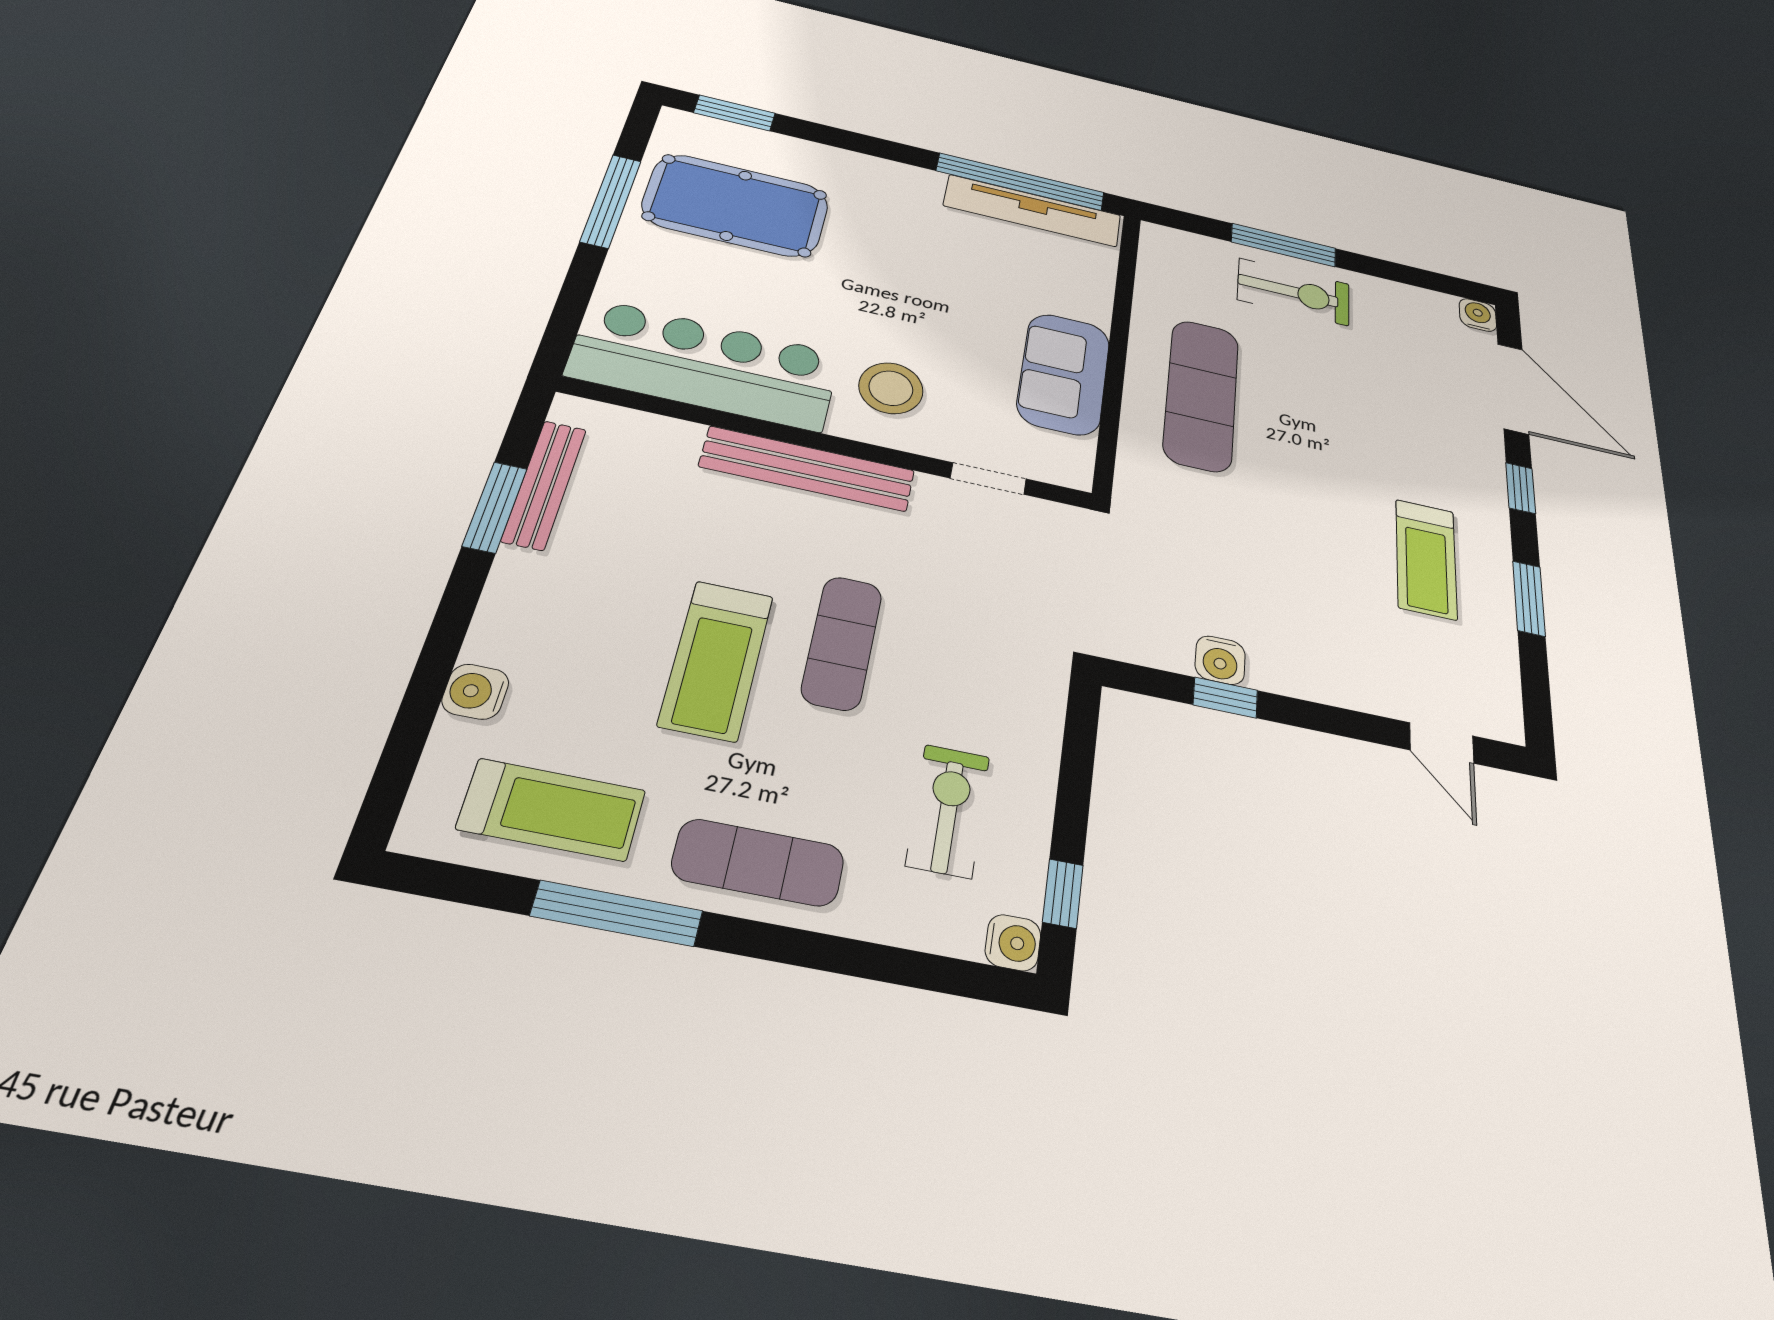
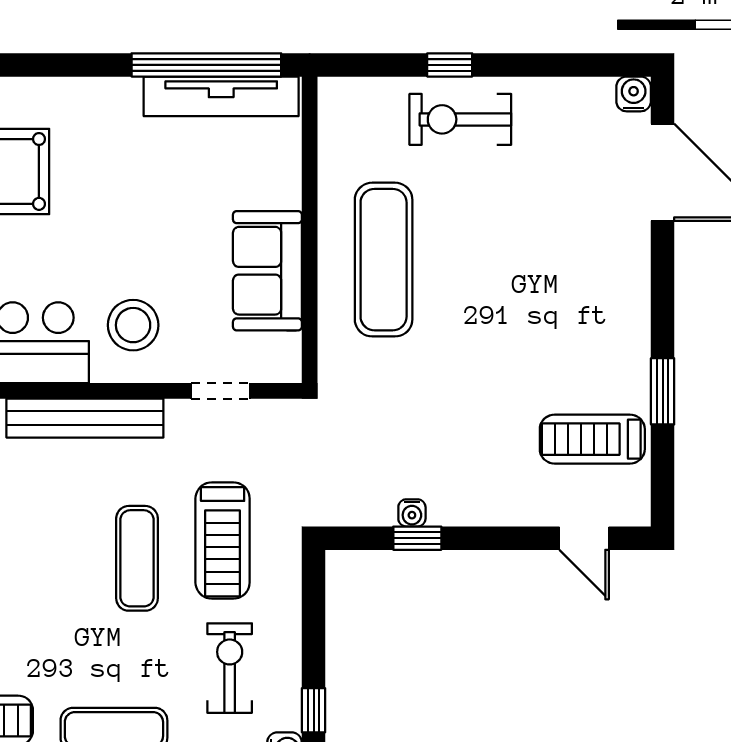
window: (1284, 245) -> (450, 65), width x0.46
exercise bike: (1294, 292) -> (460, 119), turned 180
window: (1521, 488) -> (663, 281), removed
treadmill: (1426, 559) -> (592, 439), moved, turned 90
treadmill: (716, 660) -> (223, 541), moved
water cooler: (1220, 660) -> (412, 513), width x0.72, depth x0.72

